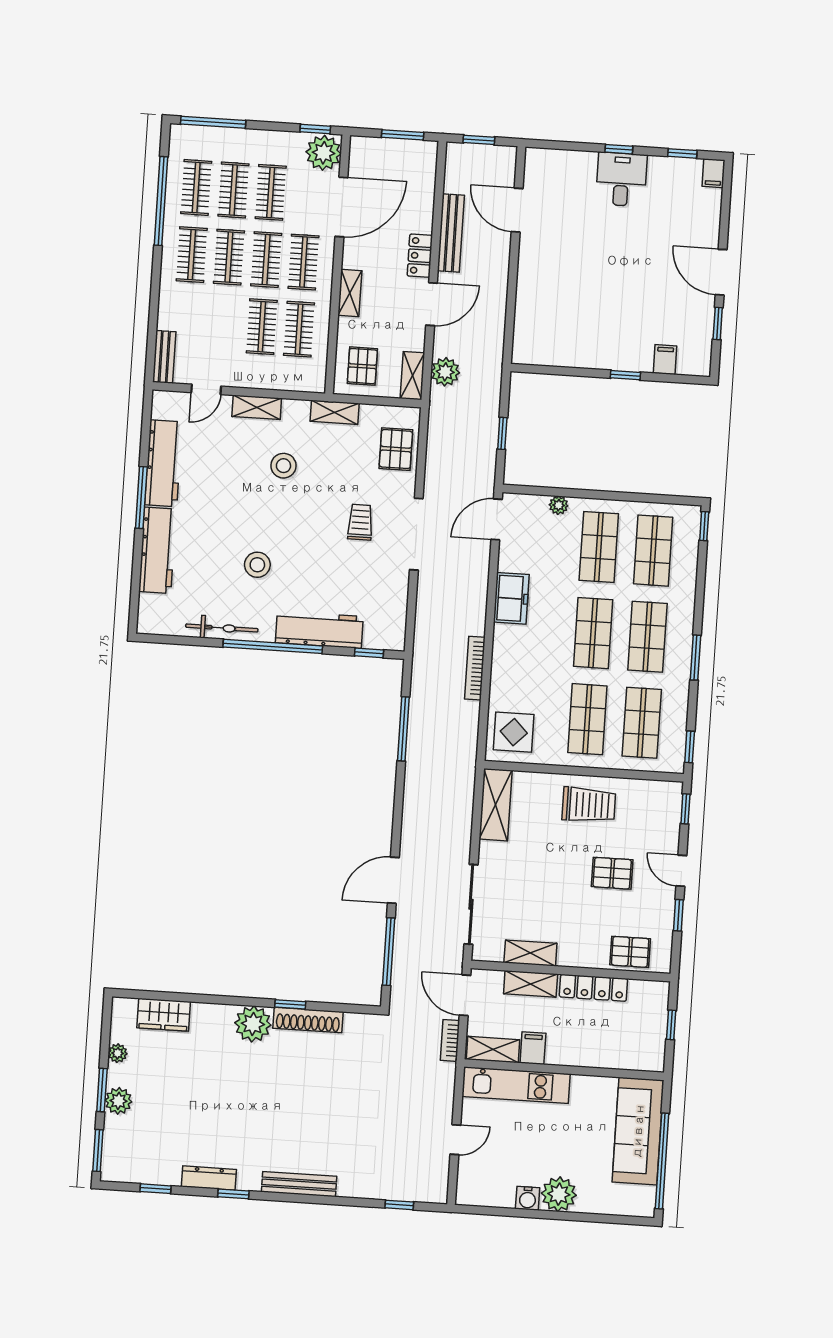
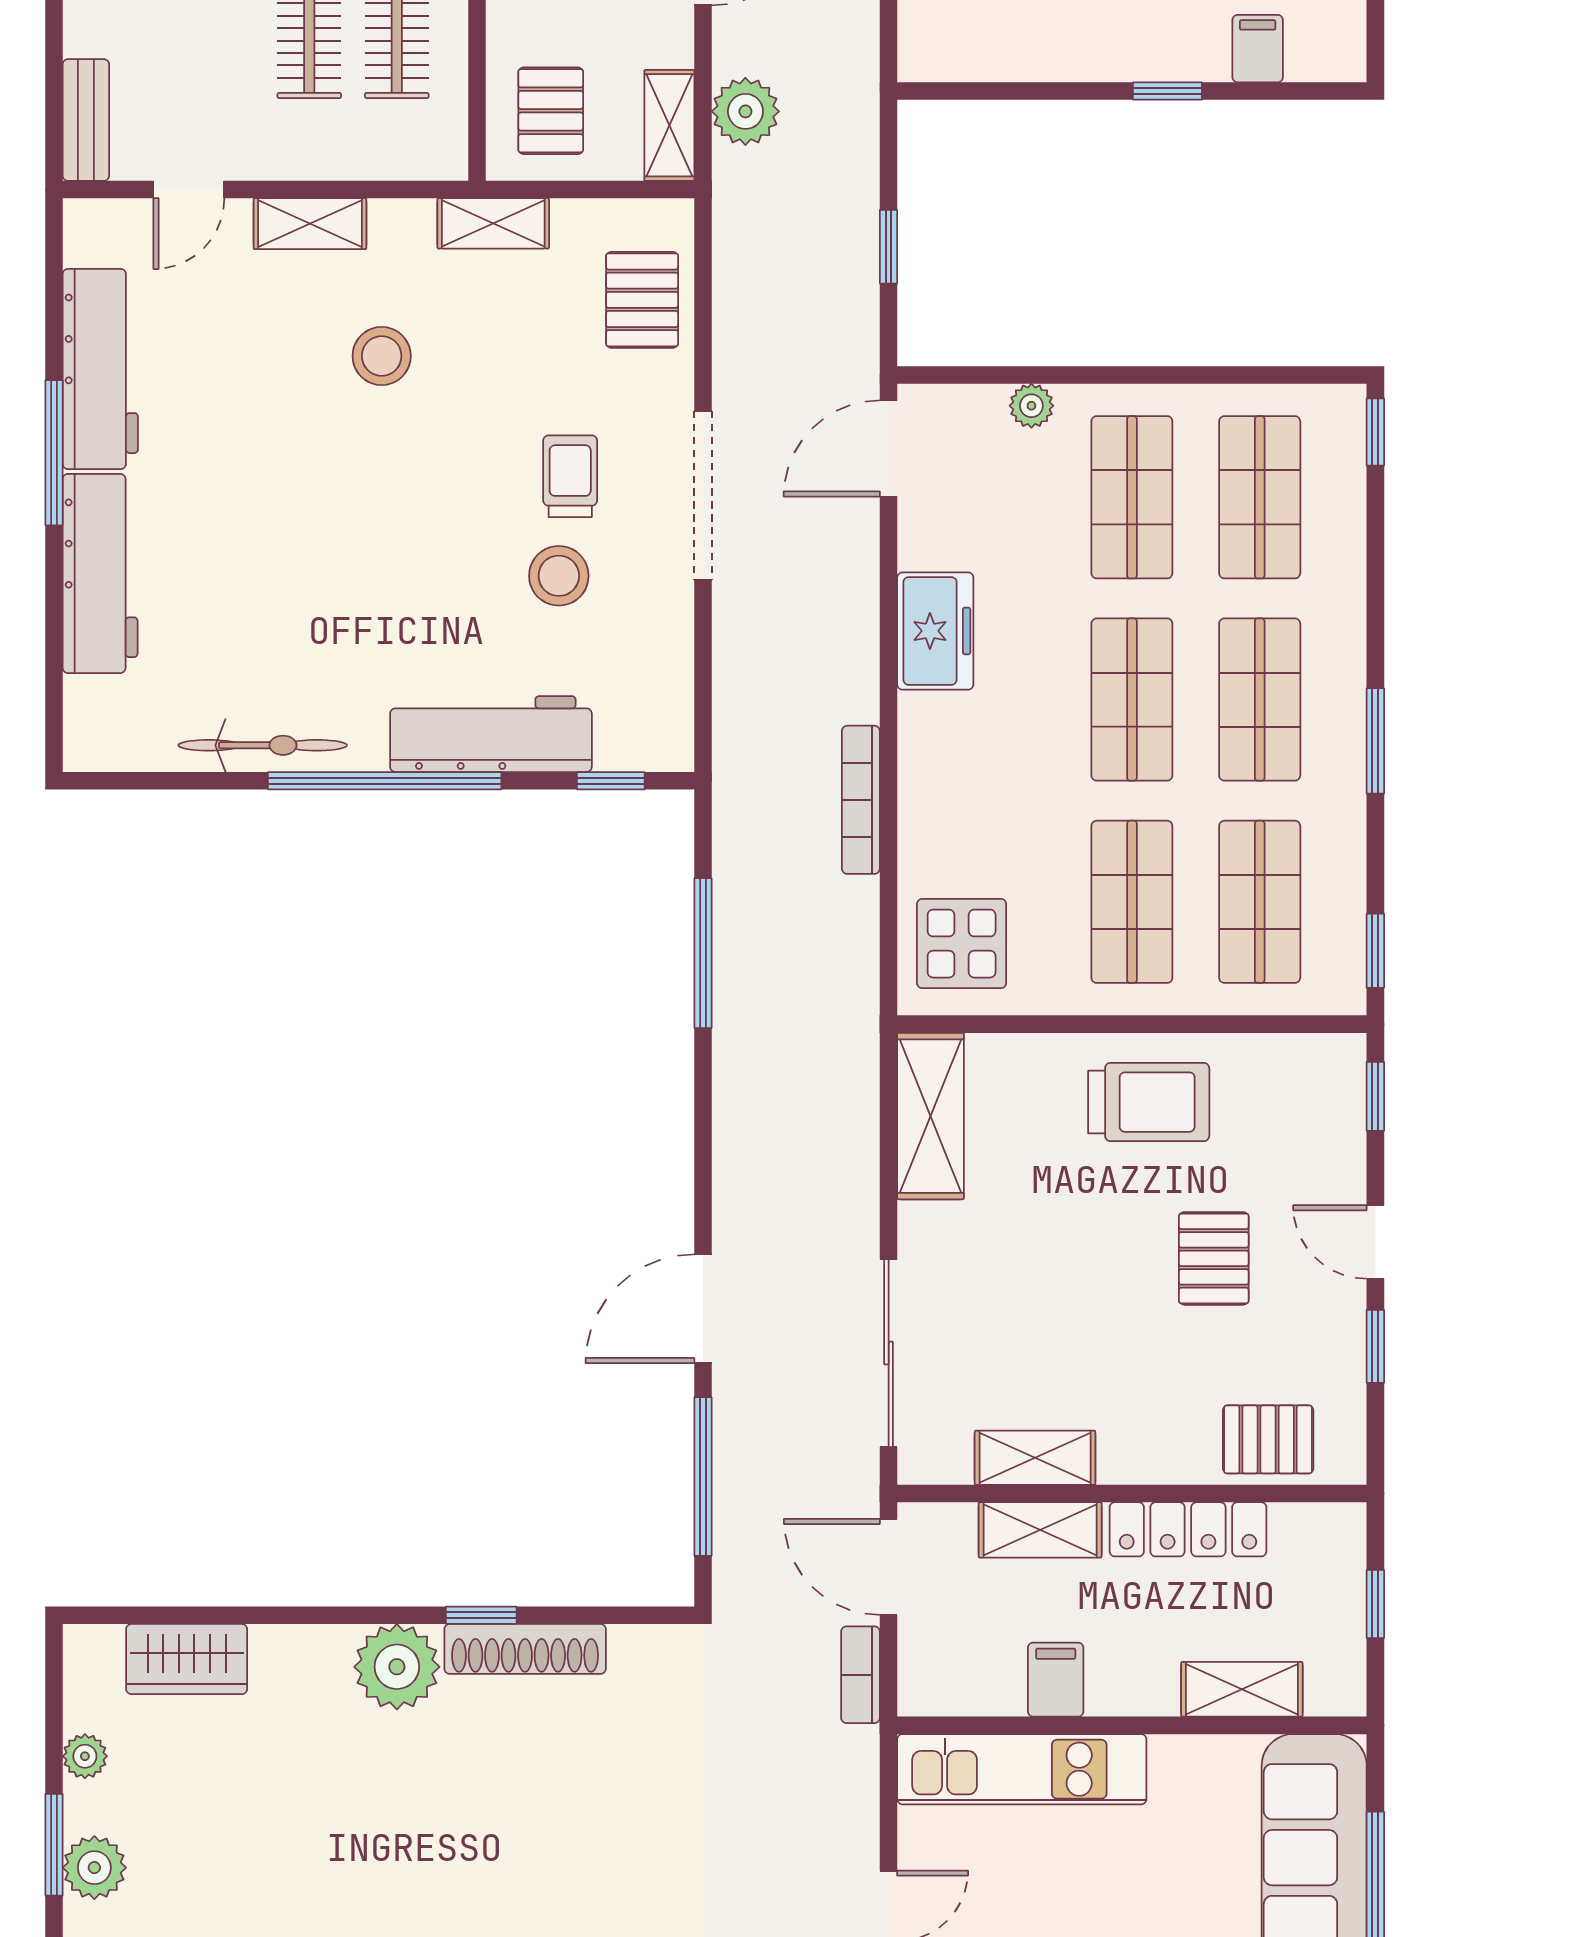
stool: (257, 565) -> (559, 576), moved
pallet: (612, 873) -> (1214, 1258), turned 90
shelving: (493, 1050) -> (1242, 1689), moved

